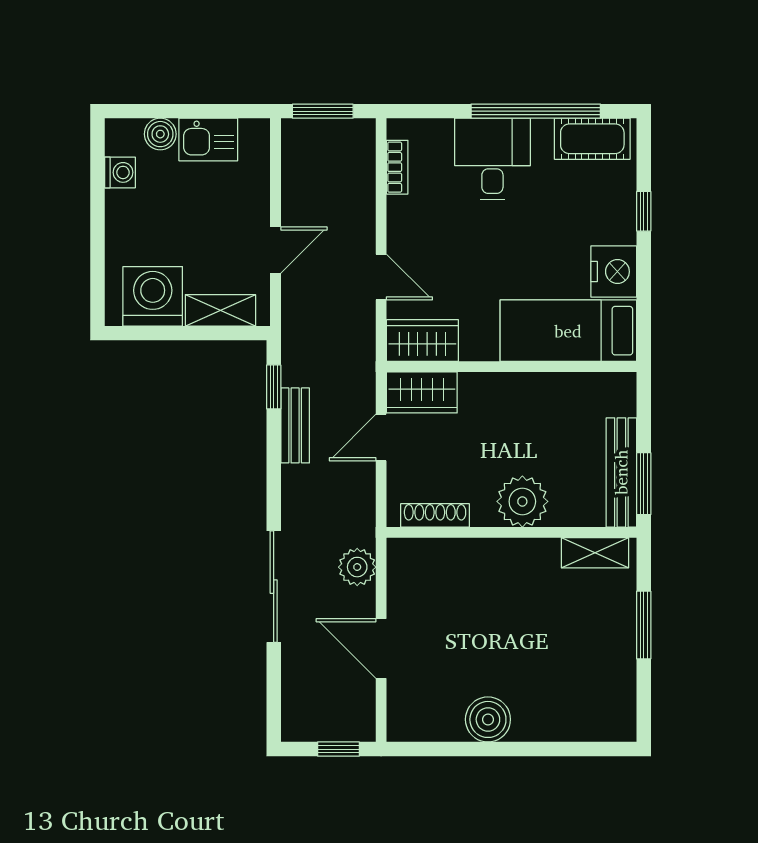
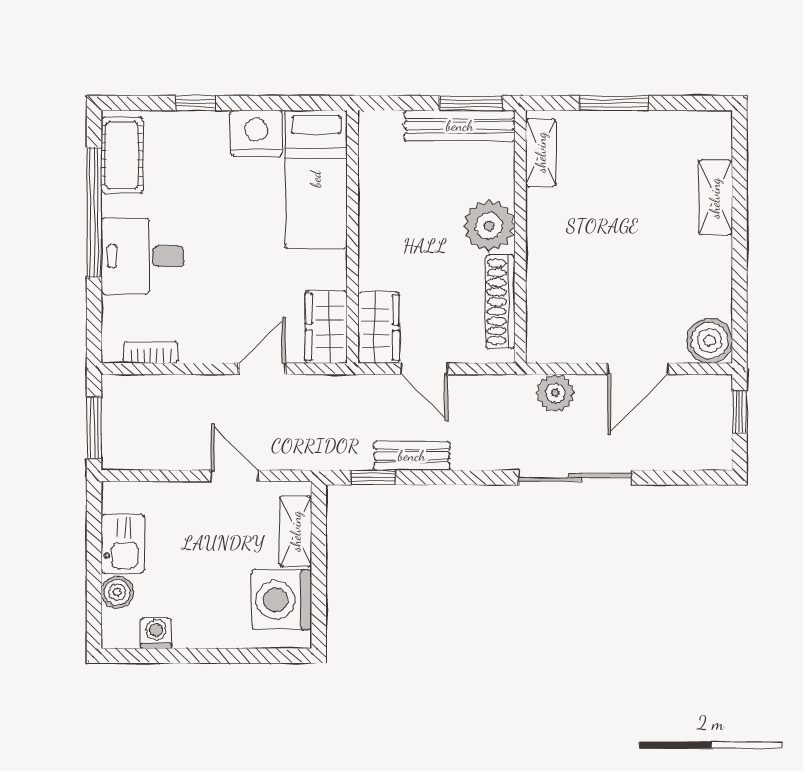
shoe rack: (435, 515) -> (500, 302), width x1.36, depth x1.24
boiler: (488, 719) -> (709, 341), moved
shelving: (550, 725) -> (715, 198), added

